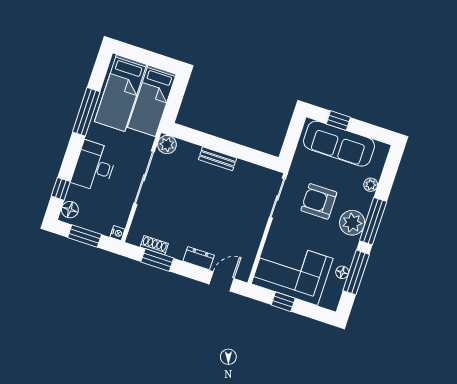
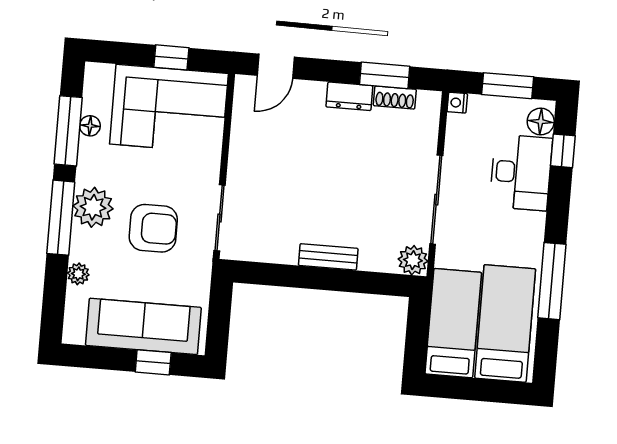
desk: (94, 166) -> (521, 172), moved
dresser: (199, 258) -> (349, 96), moved

